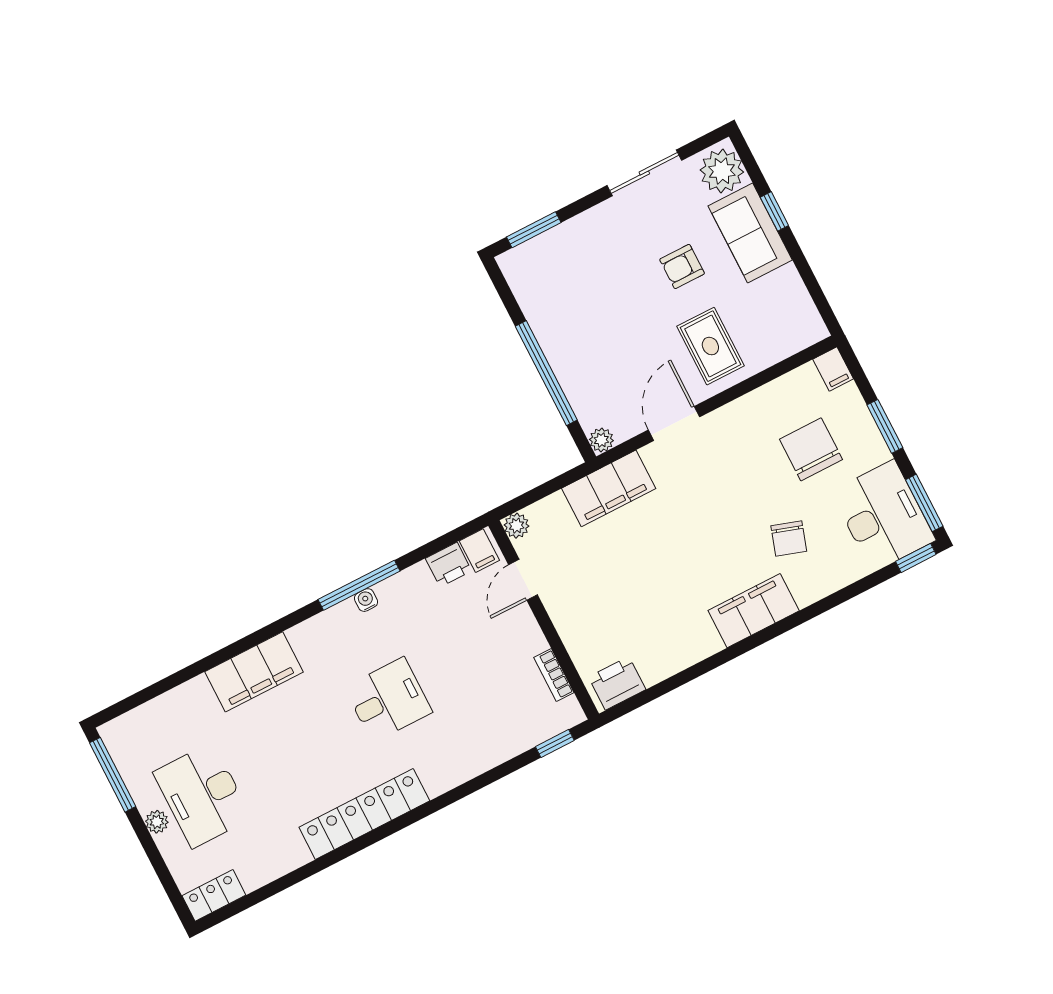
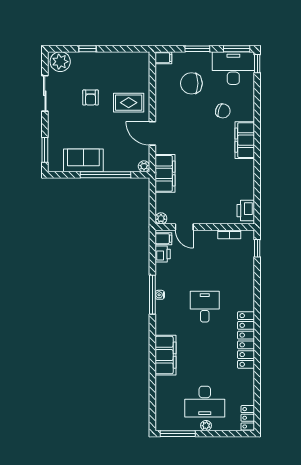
sofa: (750, 233) -> (83, 160), moved, turned 180

